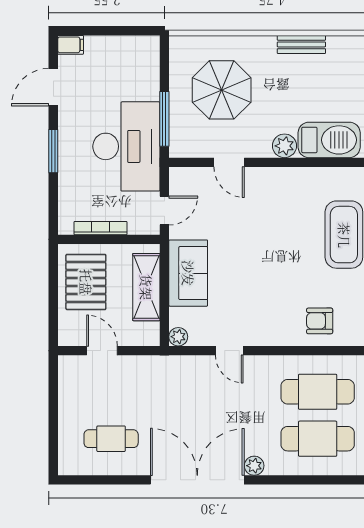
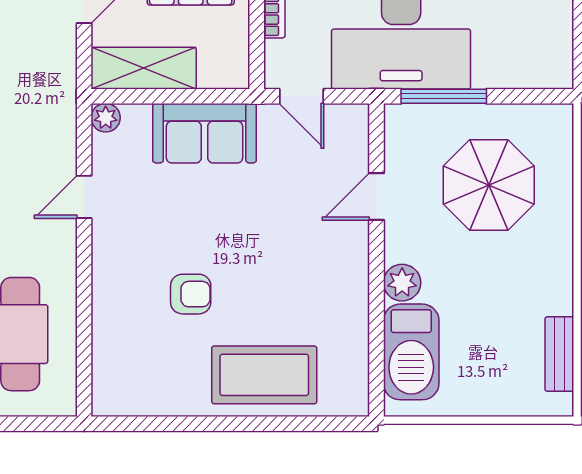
bench: (301, 44) -> (559, 354), moved
shelving: (146, 287) -> (144, 68), moved
armchair: (320, 321) -> (191, 294), moved, turned 90

